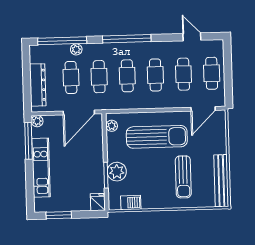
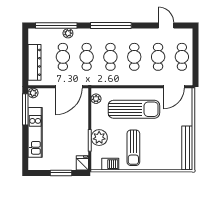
sun lounger: (183, 177) -> (133, 148), moved
window: (59, 215) -> (61, 173), moved

